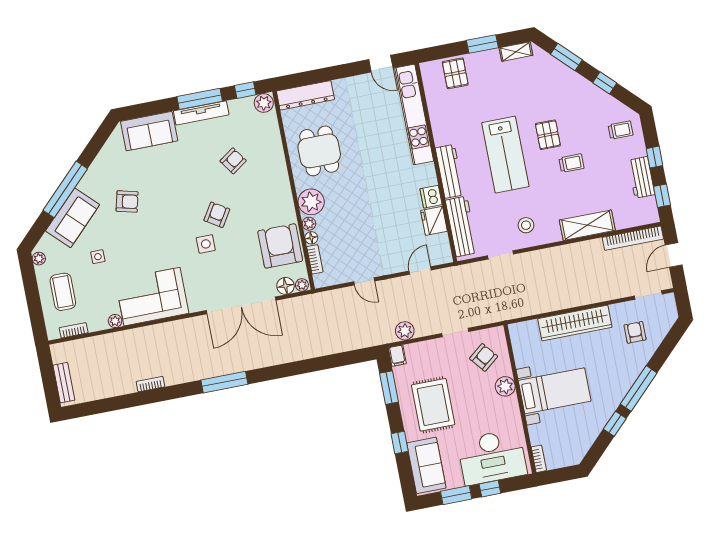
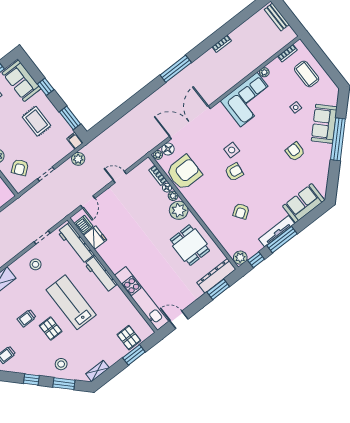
window: (482, 44) -> (134, 355), moved
window: (312, 77) -> (218, 289), added
stool: (557, 83) -> (61, 364), added
dishwasher: (431, 197) -> (83, 225), moved
armchair: (127, 201) -> (295, 152), turned 76
armchair: (217, 215) -> (234, 172), turned -114
armchair: (280, 246) -> (184, 173), turned -90
plant: (39, 259) -> (332, 87), removed
rug: (433, 405) -> (37, 121), width x0.73, depth x0.70

